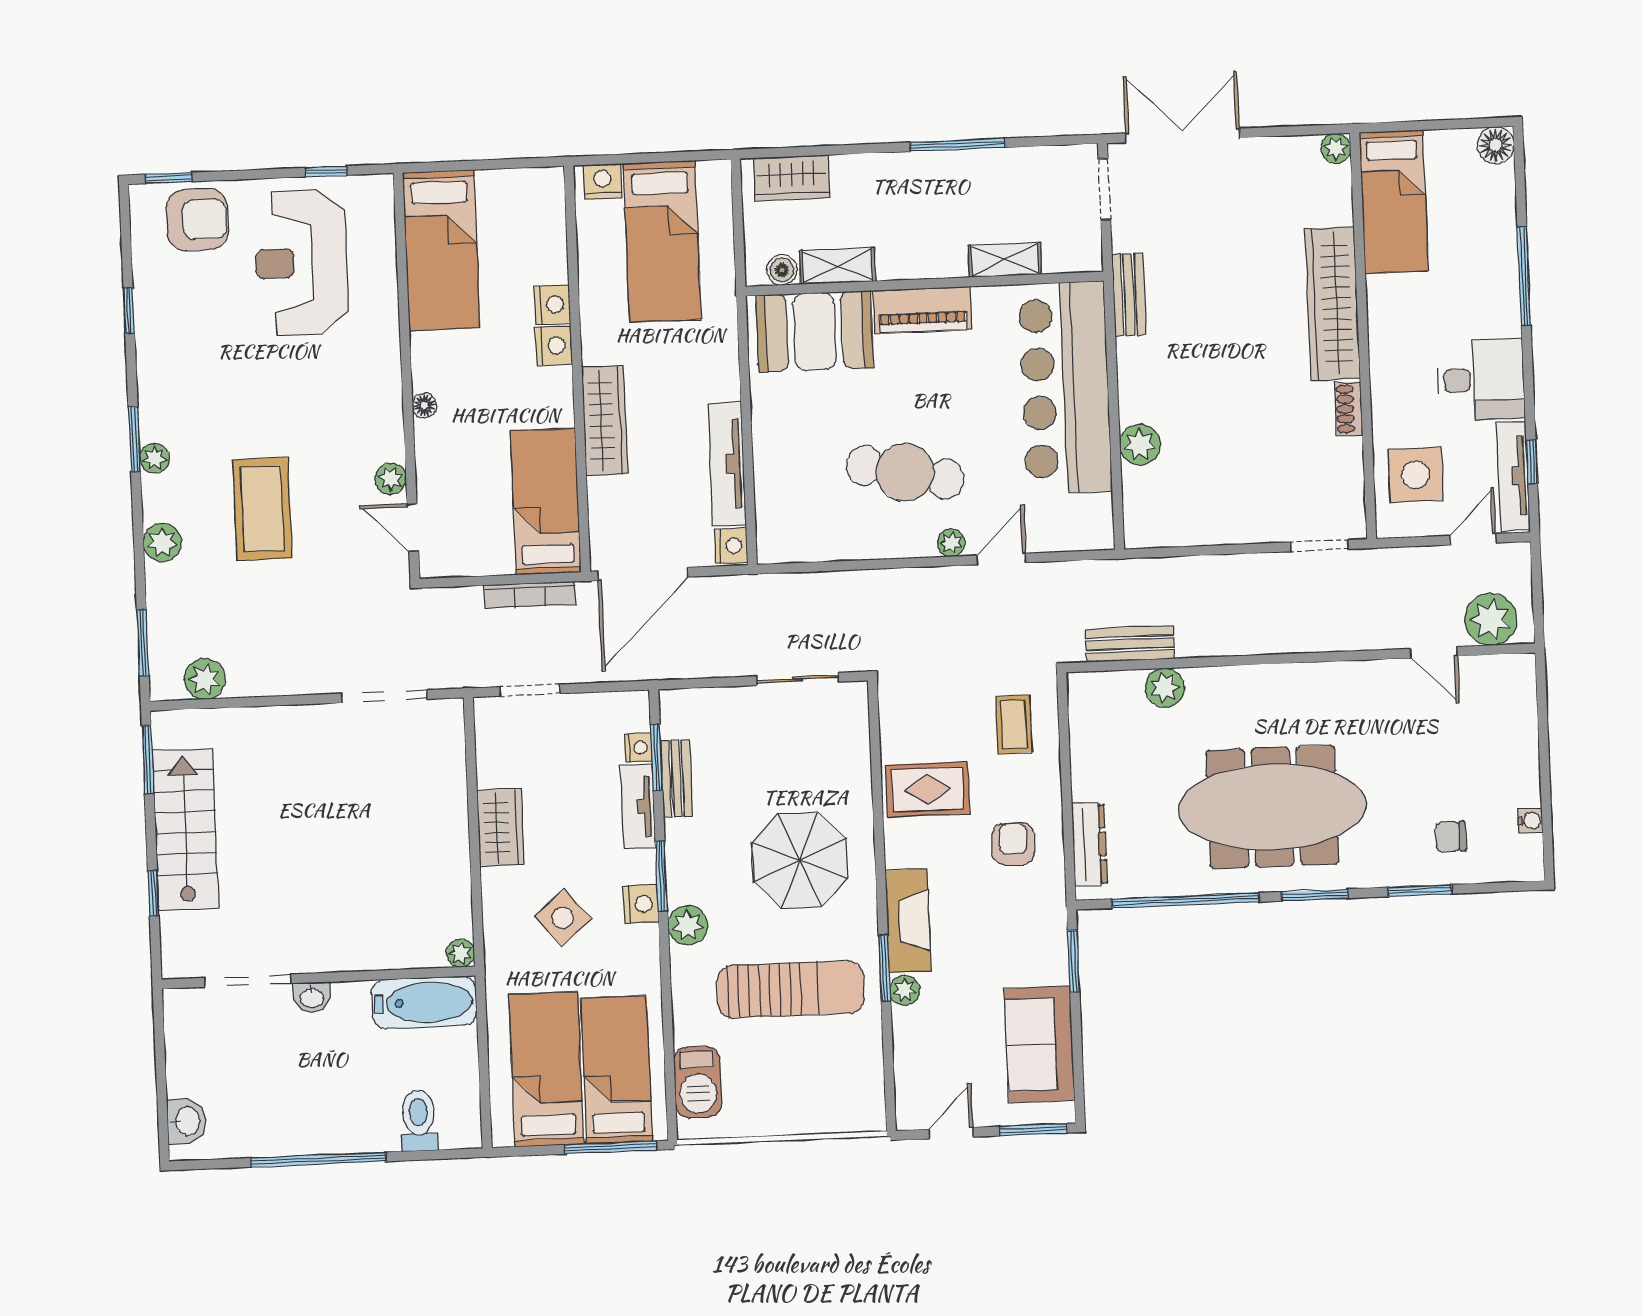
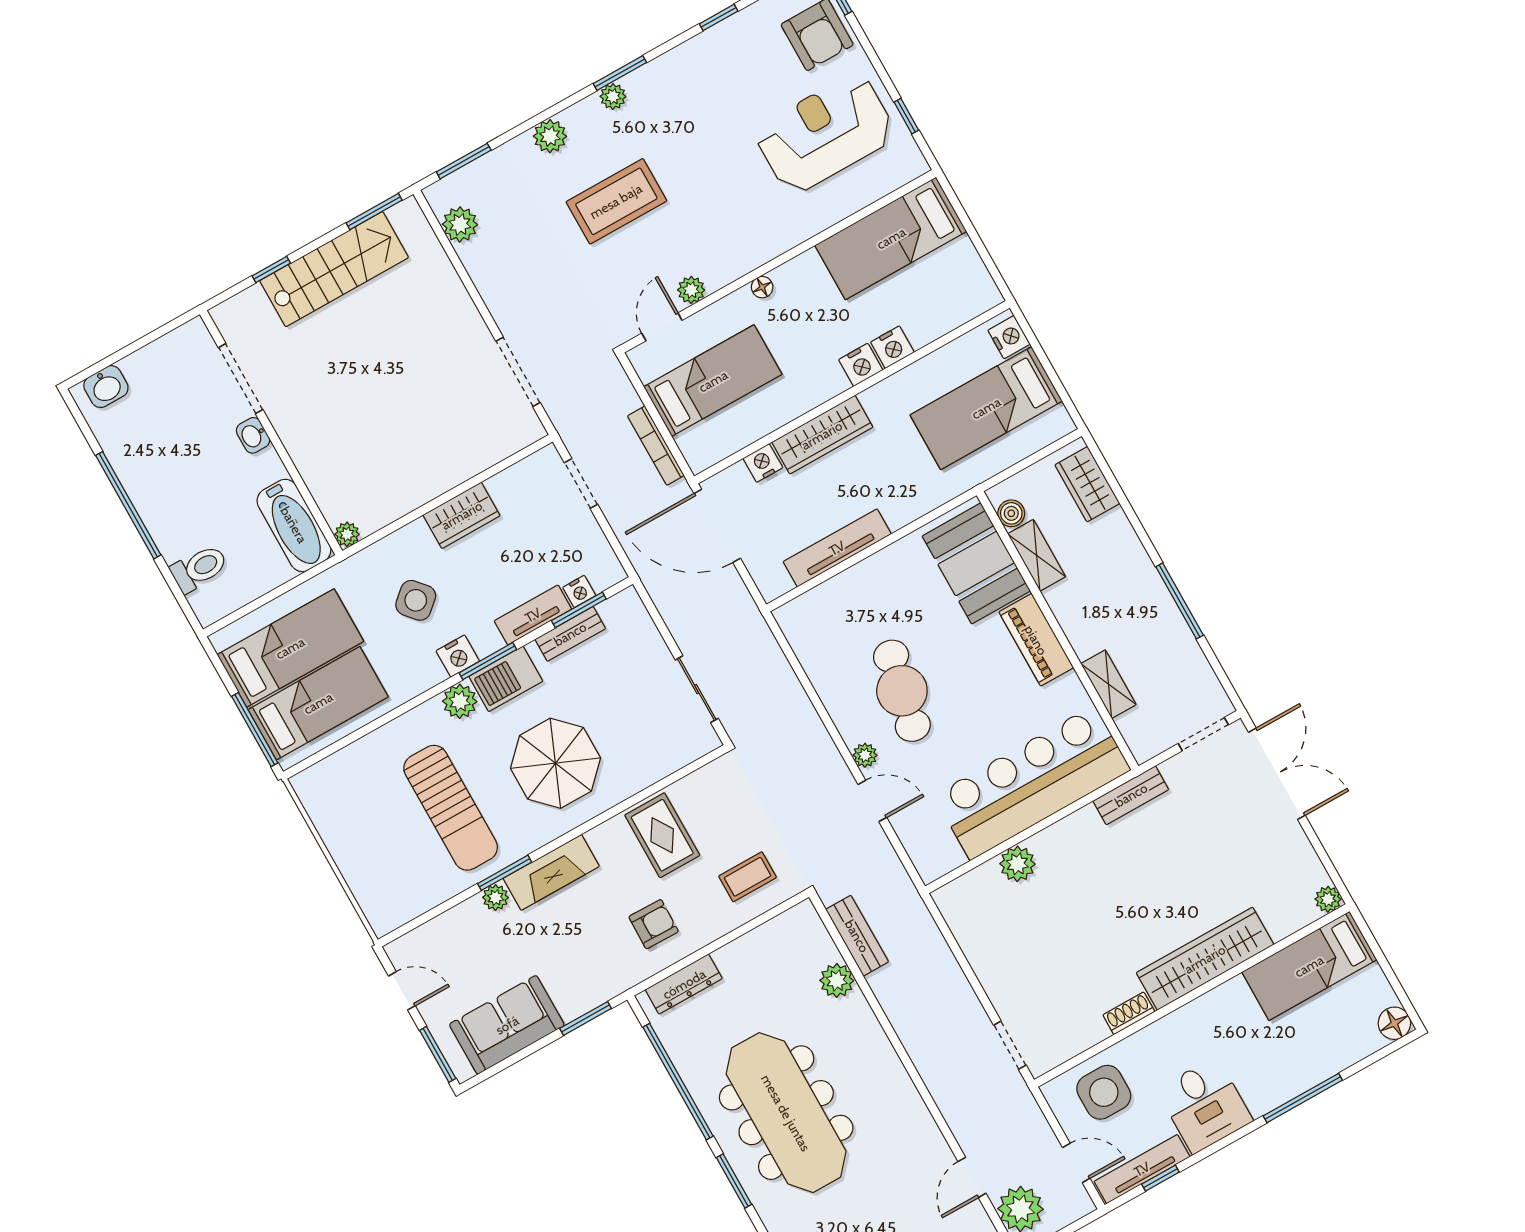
bed: (546, 502) -> (713, 381), moved
nightstand: (731, 546) -> (763, 463), moved, turned 180
barbecue: (698, 1082) -> (506, 679), moved

